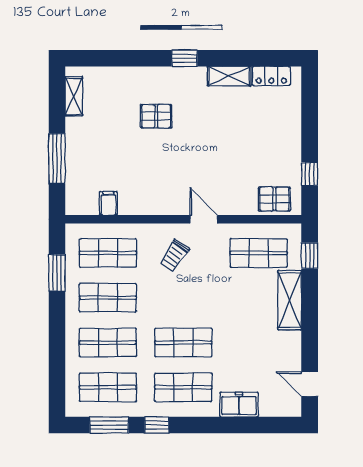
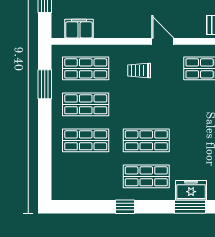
filing cabinet: (108, 203) -> (79, 29), width x2.00
trolley: (174, 256) -> (139, 70), turned 56
shop shelf: (108, 387) -> (86, 176), removed
window: (109, 425) -> (190, 207), moved

